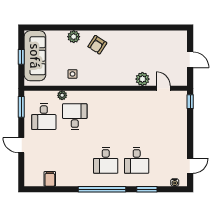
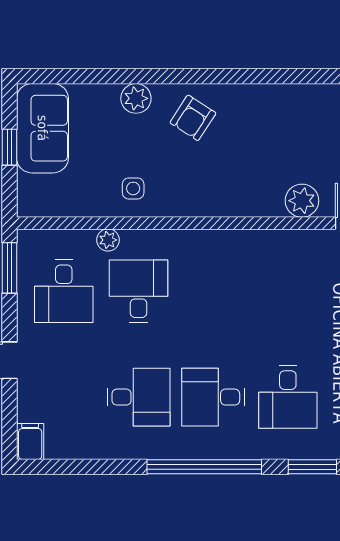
sofa: (35, 56) -> (42, 128), width x0.73
desk: (75, 160) -> (138, 397), added
desk: (106, 160) -> (213, 397), turned 90
filing cabinet: (50, 179) -> (30, 441), moved

